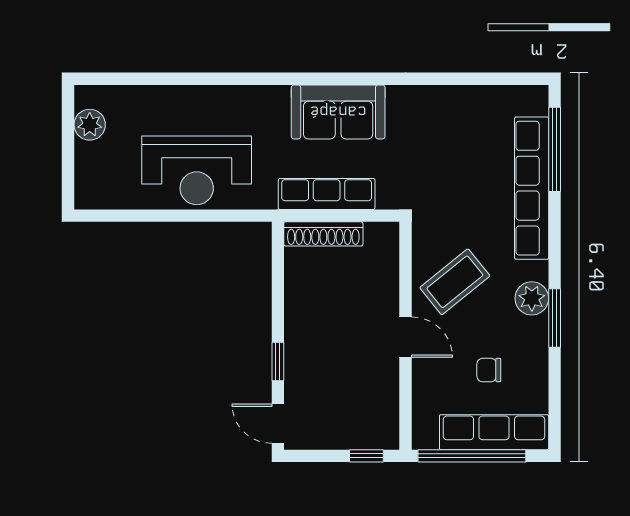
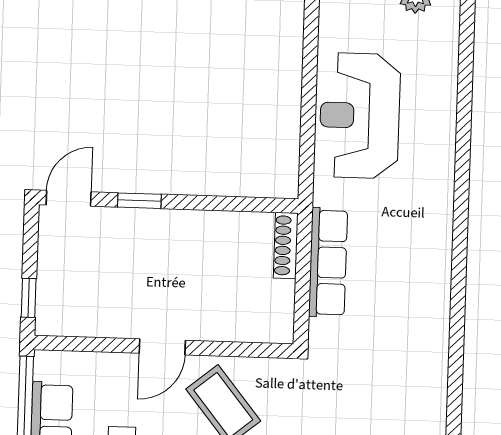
sofa: (338, 112) -> (421, 279), removed
shoe rack: (323, 234) -> (286, 245), width x0.74, depth x0.81

